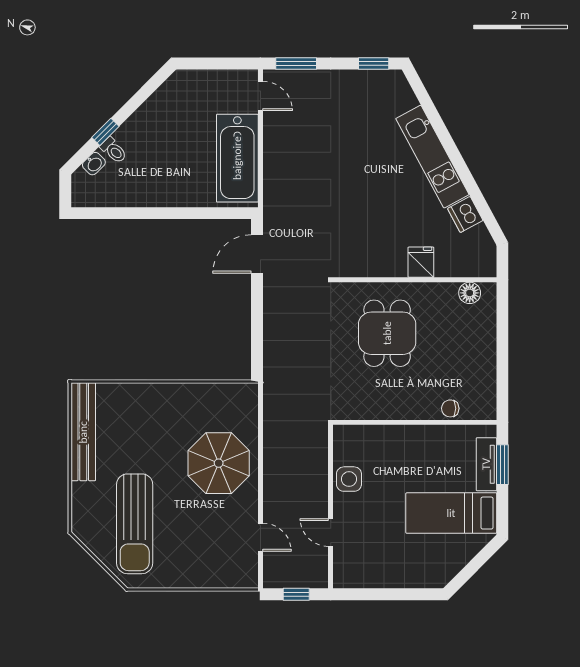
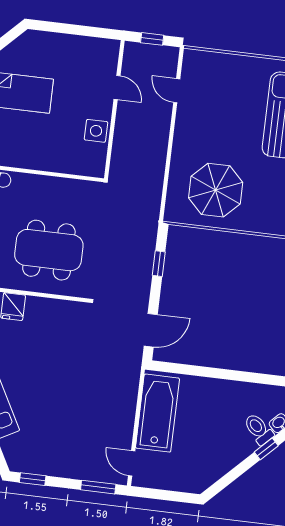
toilet: (114, 150) -> (259, 429), width x1.37, depth x1.39
window: (257, 333) -> (159, 264), added
dining table: (387, 333) -> (49, 250), width x1.38
parasol: (219, 463) -> (216, 190), moved

